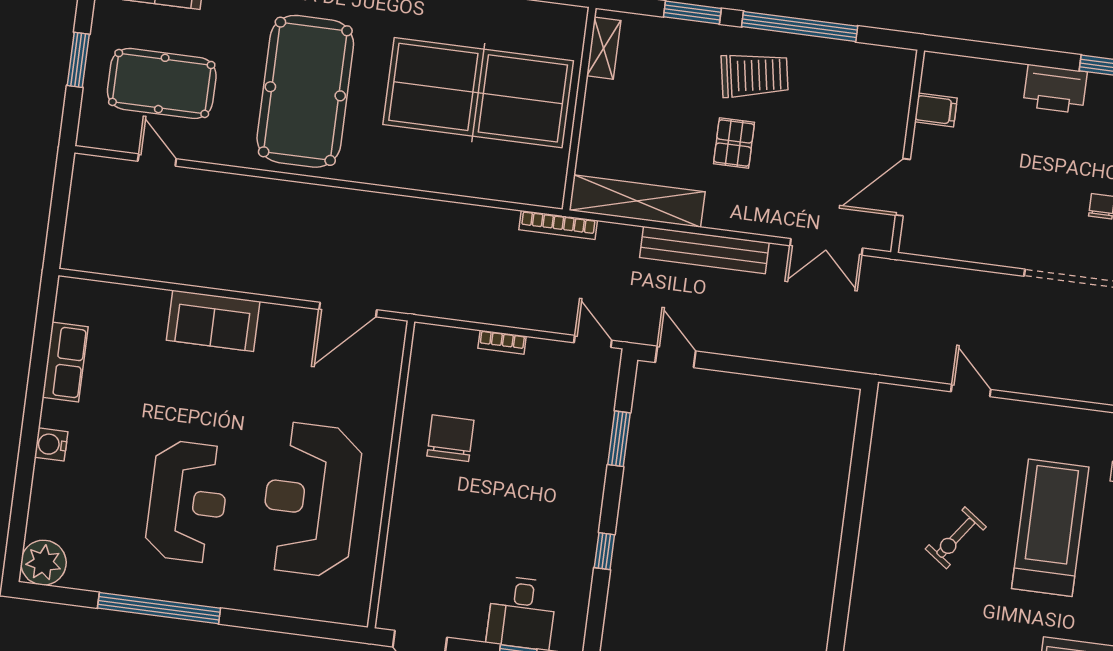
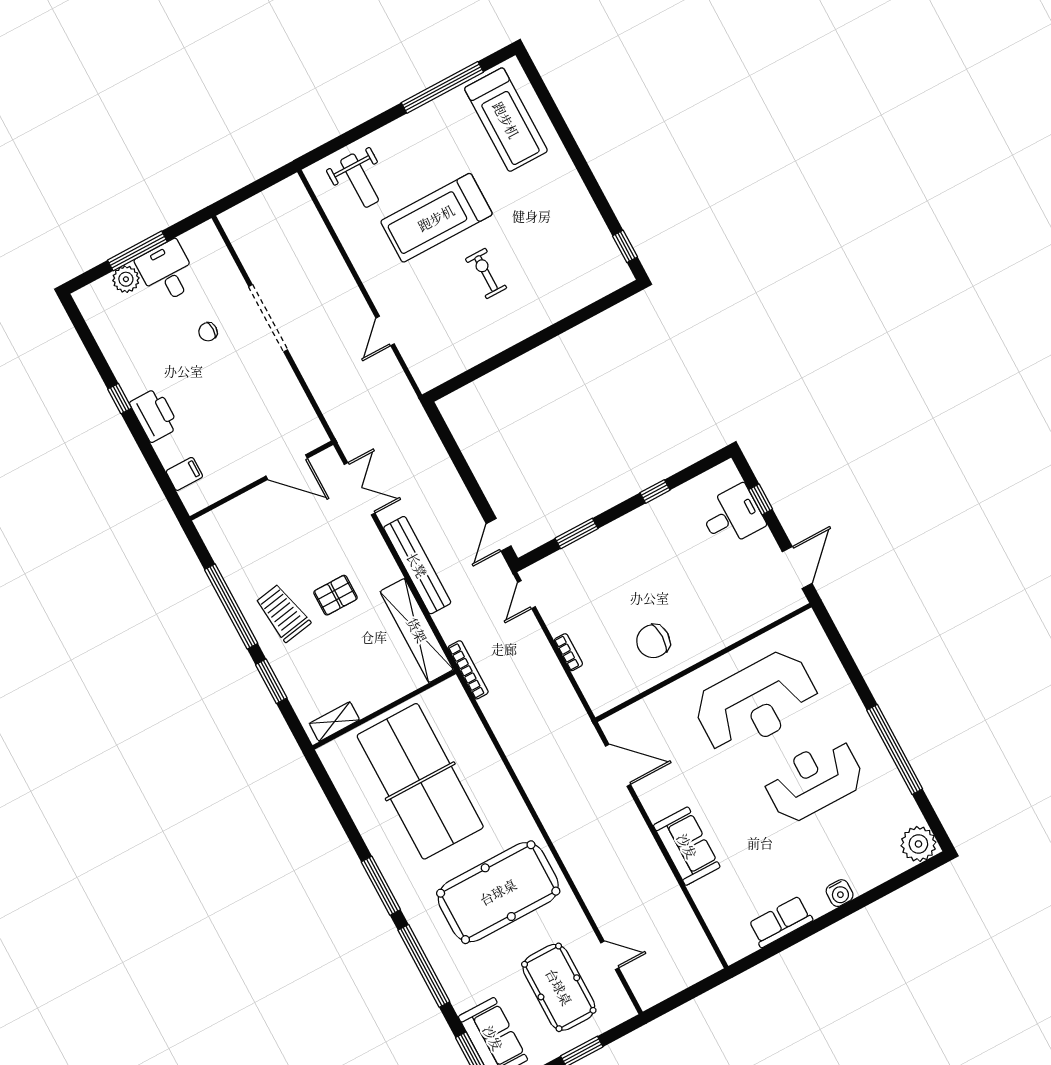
filing cabinet: (936, 110) -> (184, 474), moved, turned 90
door: (157, 160) -> (610, 955), swing flipped
exercise bike: (956, 538) -> (486, 273), turned -126

